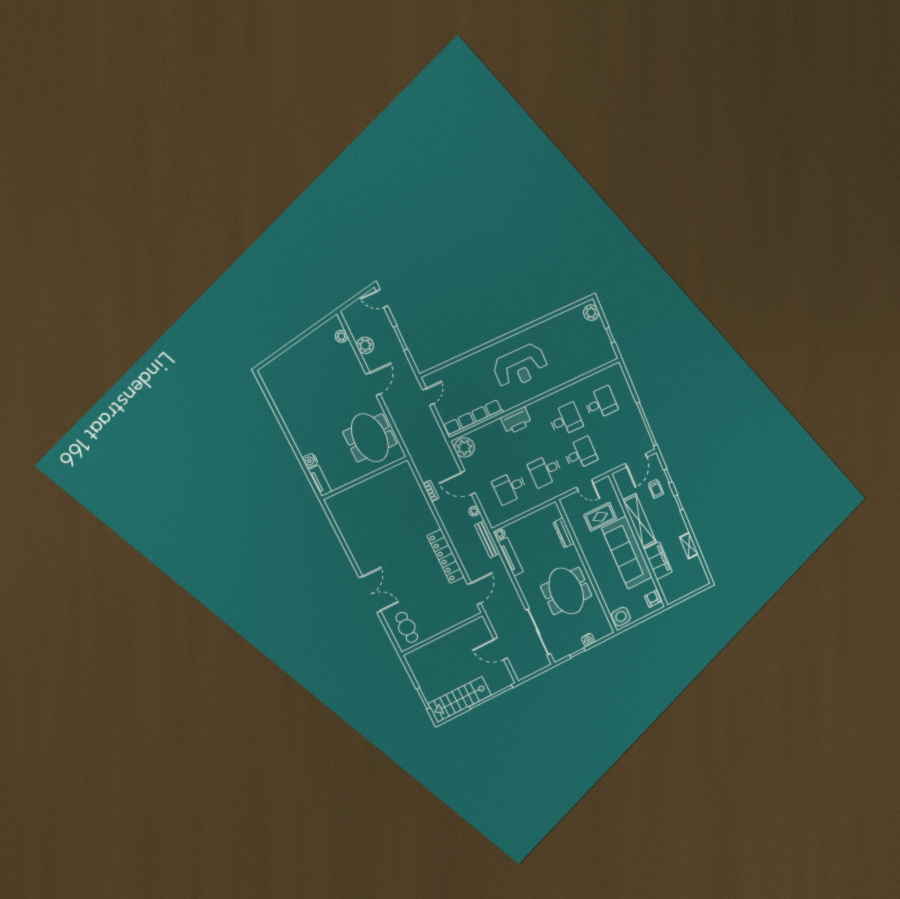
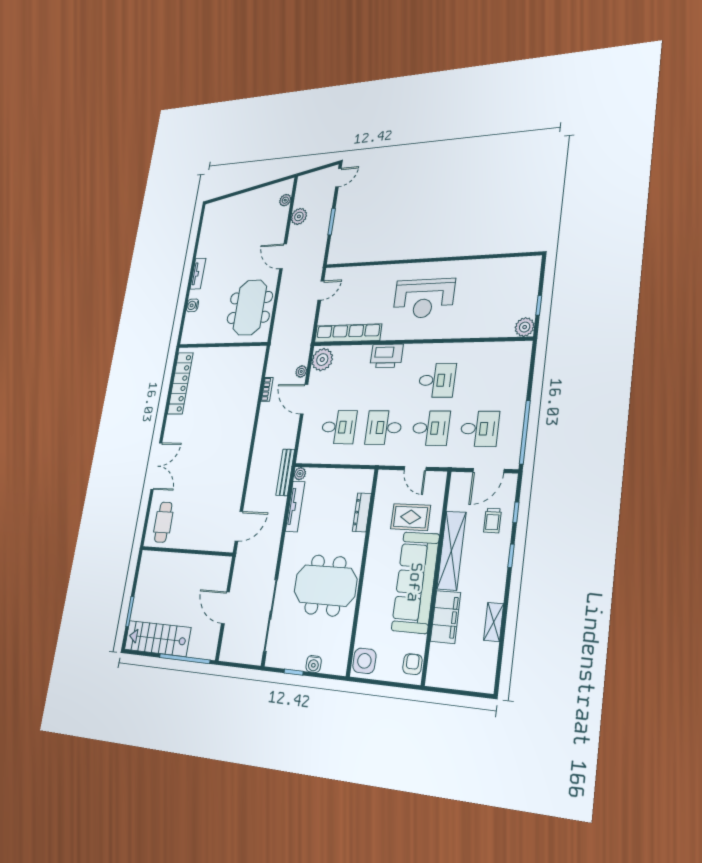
door: (382, 298) -> (338, 178), swing flipped
plant: (591, 313) -> (525, 327), moved
door: (373, 384) -> (283, 256), swing flipped
desk: (601, 403) -> (480, 429), moved
tv unit: (320, 481) -> (198, 274), moved
desk: (510, 488) -> (339, 427), turned 180
plant: (474, 511) -> (301, 371), moved
locker: (446, 556) -> (180, 383), moved, turned 180
meeting table: (566, 591) -> (325, 585), turned 90

